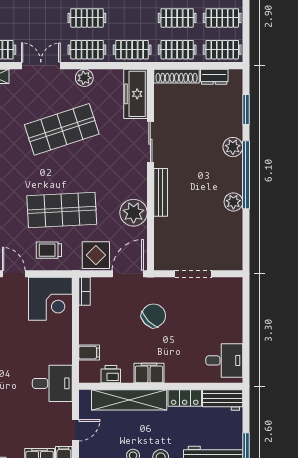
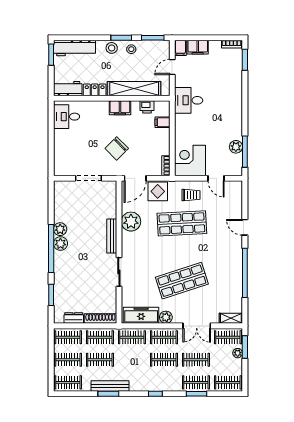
clothes rail: (42, 18) -> (196, 360), added
freezer: (136, 94) -> (141, 315), moved, turned -90
plant: (233, 147) -> (60, 244), moved

